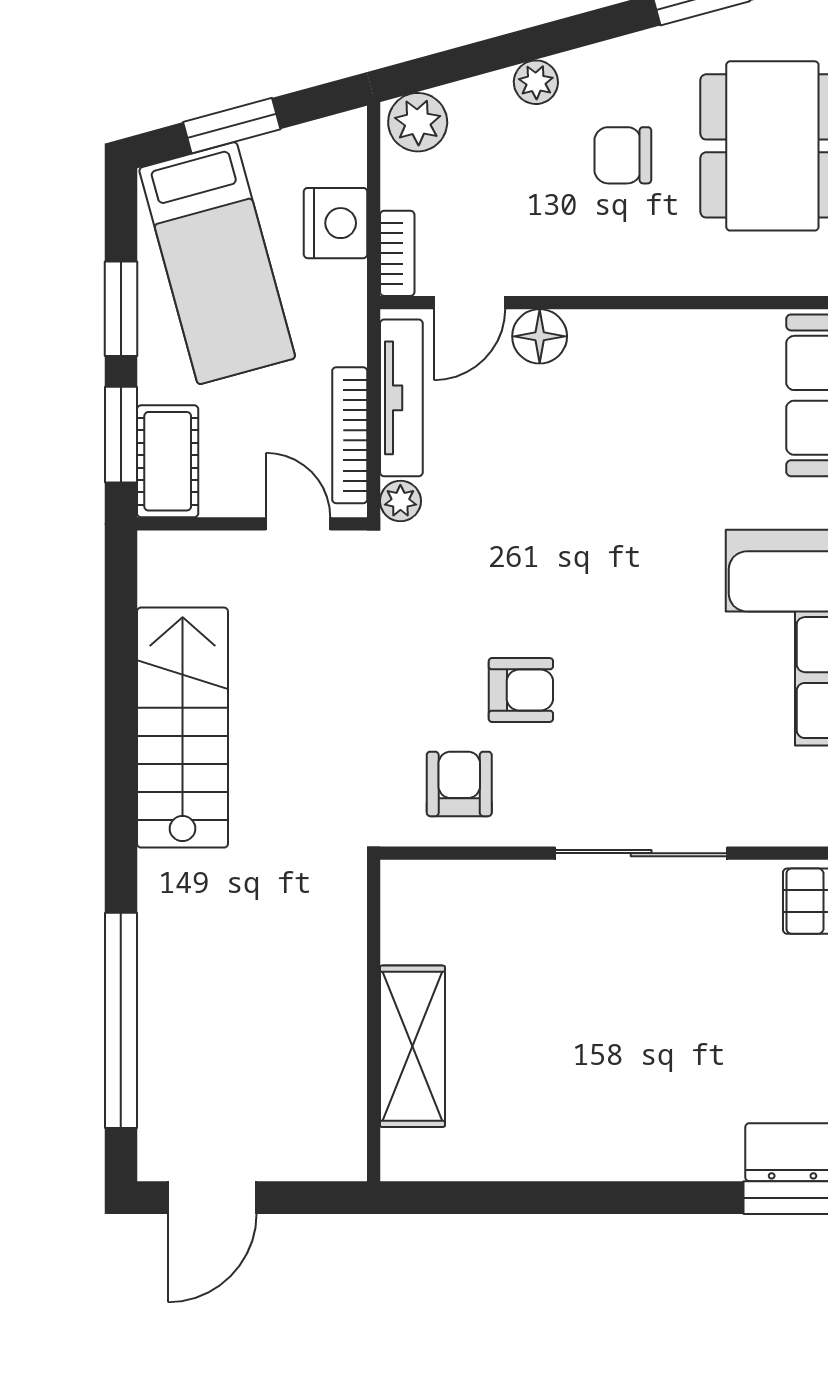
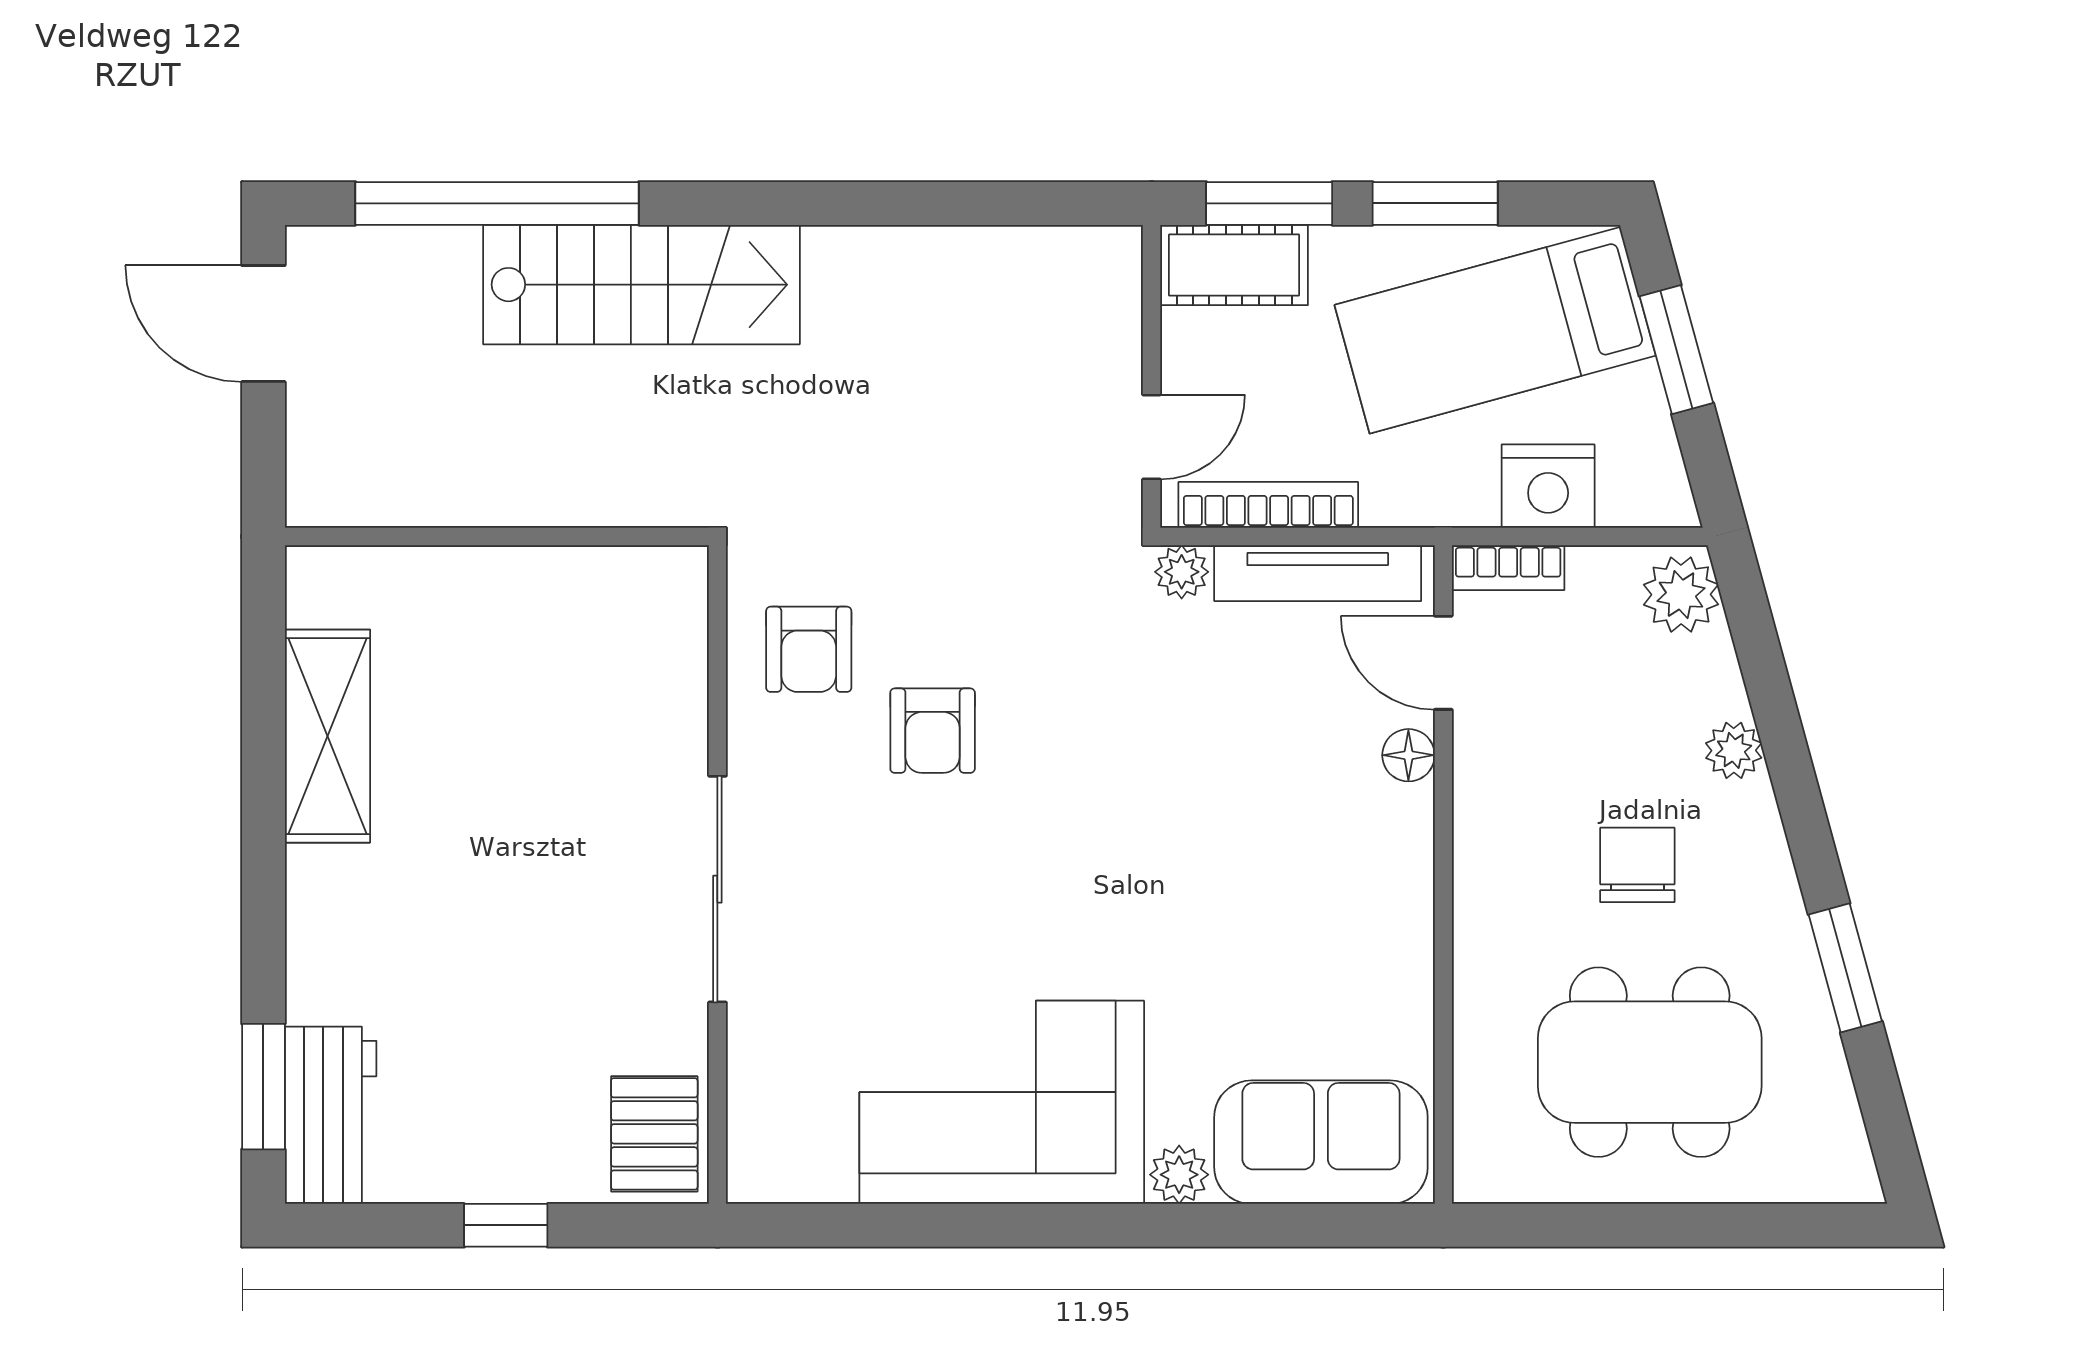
floor lamp: (540, 336) -> (1408, 755), width x0.73, depth x0.73
stairs: (183, 728) -> (641, 285), moved
armchair: (459, 784) -> (809, 649), turned 90
shelving: (412, 1046) -> (327, 736), moved, turned 90

